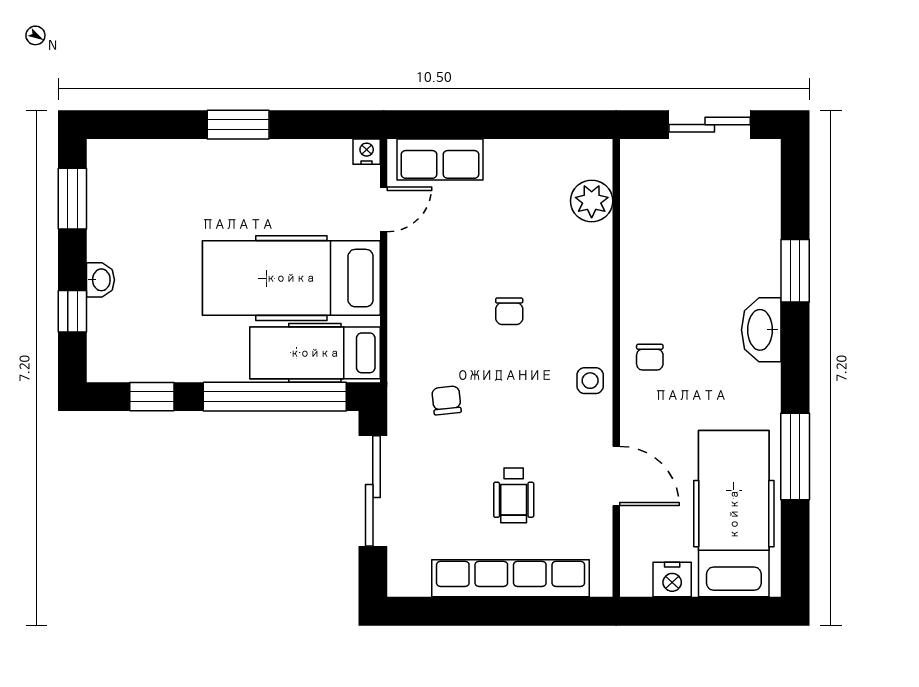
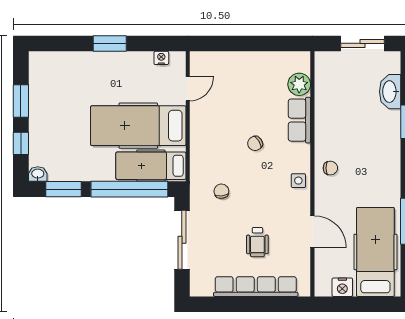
nightstand: (367, 152) -> (161, 58), moved
row of seats: (440, 159) -> (299, 120), moved, turned 90
window: (72, 199) -> (21, 101), moved
washbasin: (101, 280) -> (38, 174), moved, turned -90
chair: (509, 311) -> (255, 143), turned 57
washbasin: (761, 330) -> (390, 92), moved
chair: (650, 357) -> (330, 168), turned -90
window: (152, 397) -> (64, 189), width x1.50

